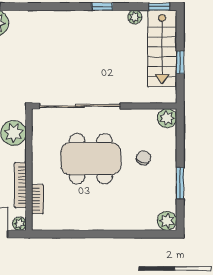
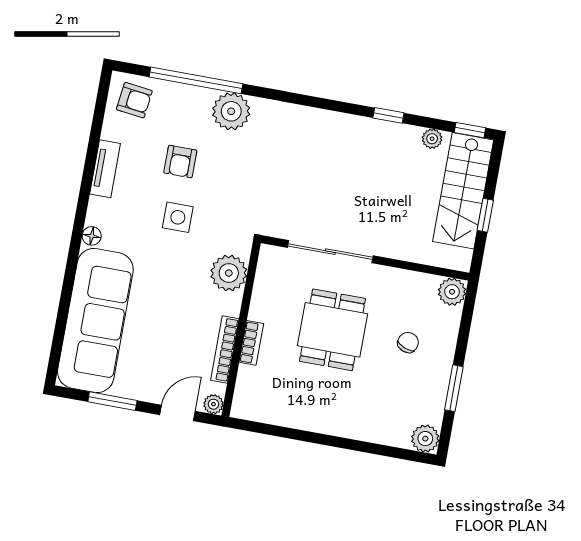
sliding door: (80, 106) -> (330, 252), width x0.73
dining table: (91, 159) -> (333, 330), width x0.73
bookcase: (37, 199) -> (251, 343), moved

